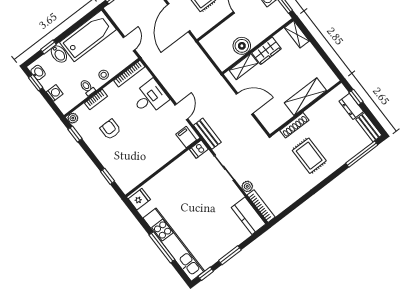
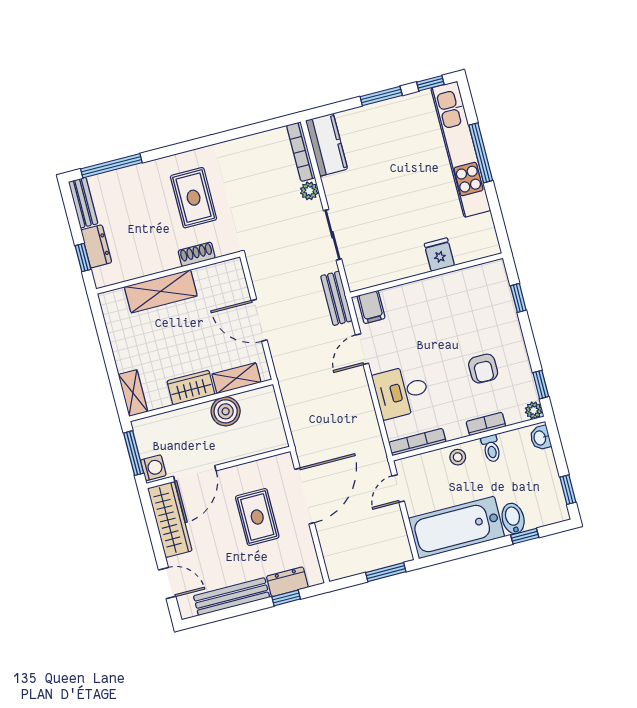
washbasin: (38, 72) -> (540, 438), moved
washing machine: (55, 93) -> (545, 461), removed
shoe rack: (294, 125) -> (197, 254), width x0.70
dishwasher: (199, 149) -> (360, 280), removed
fridge: (139, 199) -> (439, 255), moved, turned 90

